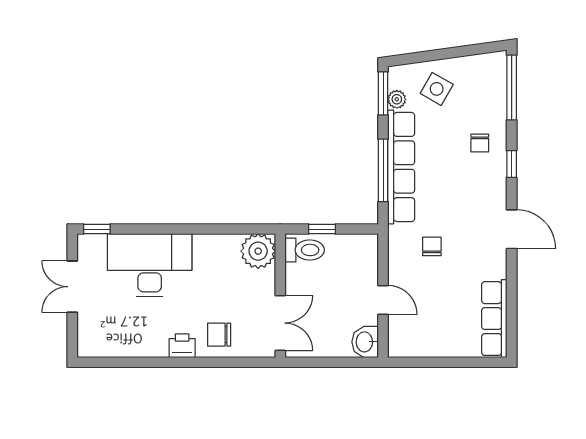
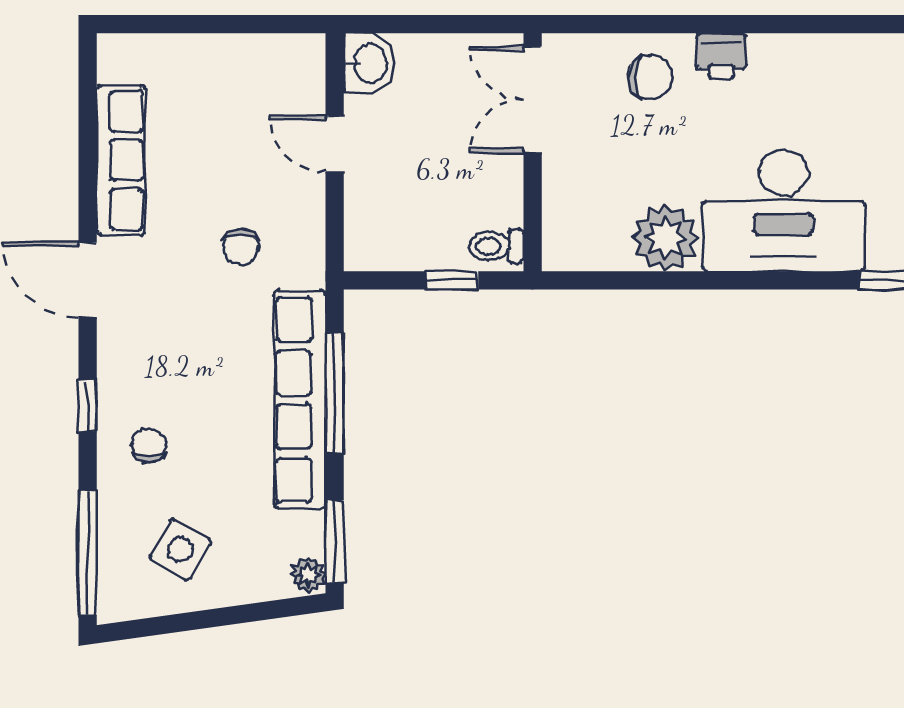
side table: (437, 89) -> (180, 550), moved
plant: (397, 99) -> (308, 575), moved
toilet: (305, 250) -> (496, 246), width x0.73, depth x0.72
plant: (258, 251) -> (665, 238), moved
row of seats: (494, 319) -> (121, 160), moved

